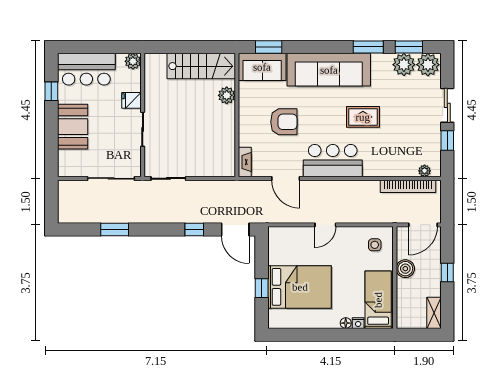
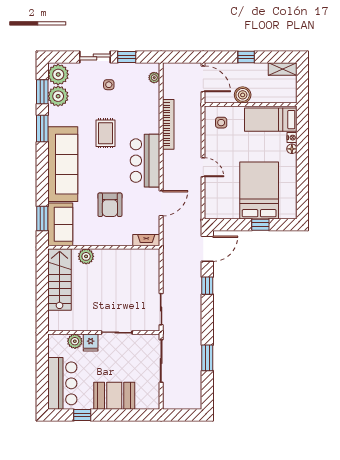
plant: (133, 61) -> (75, 341), moved
side table: (417, 121) -> (109, 85), added
armchair: (284, 122) -> (110, 205), turned 180
bookcase: (408, 186) -> (168, 124), moved

